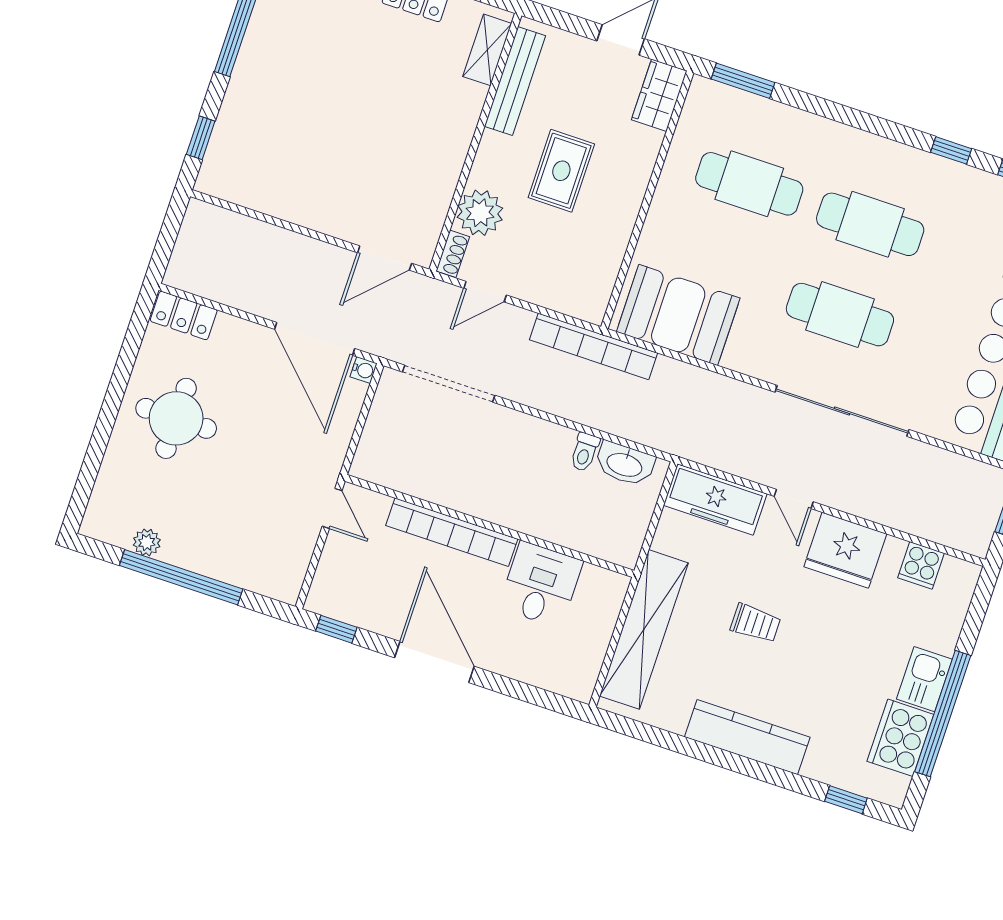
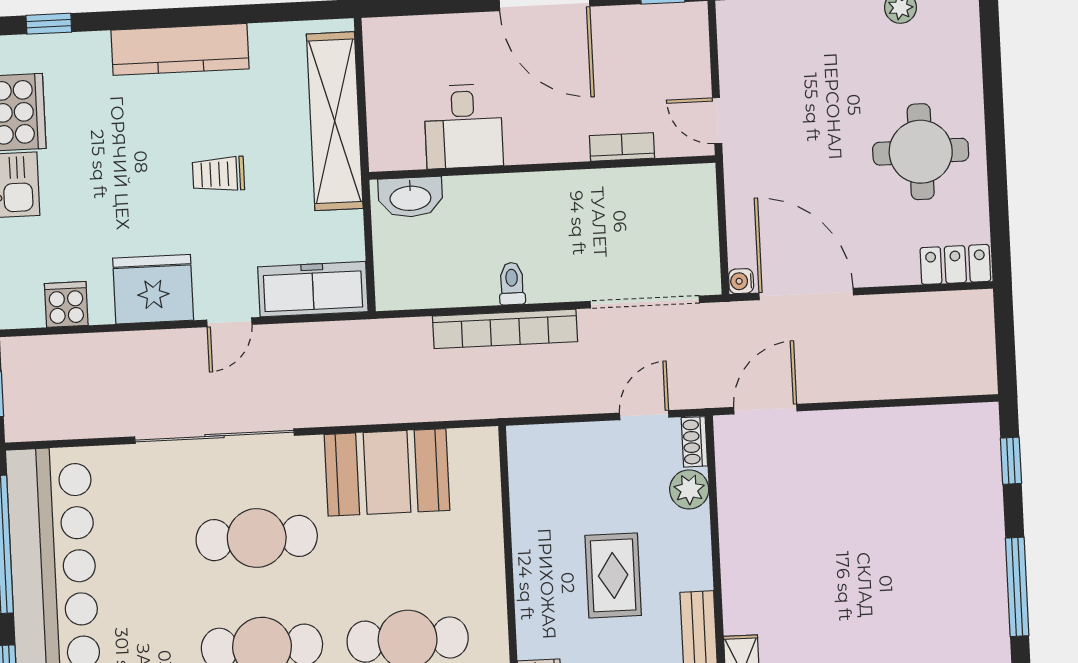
plant: (480, 213) -> (689, 489), width x0.73, depth x0.73
booth: (678, 315) -> (387, 472), moved
bookcase: (593, 346) -> (505, 329), moved, turned 180
toilet: (585, 452) -> (512, 284), moved
washbasin: (625, 464) -> (410, 197), moved, turned 180
door: (794, 499) -> (229, 322), swing flipped
bookcase: (452, 532) -> (622, 147), width x0.43, depth x0.76

